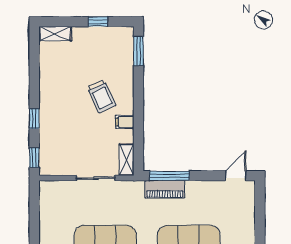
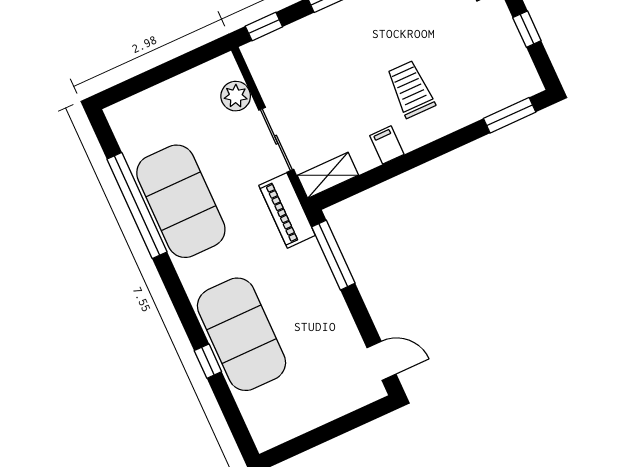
trolley: (101, 96) -> (411, 89), turned 115
plant: (64, 189) -> (236, 96), added
piano: (165, 189) -> (287, 210), moved

